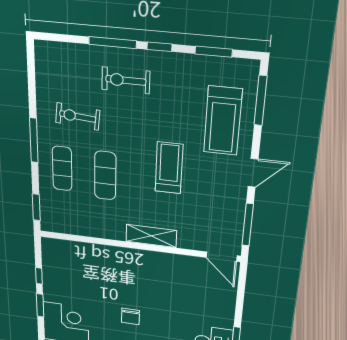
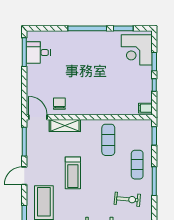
exercise mat: (105, 176) -> (108, 140), moved
shelving: (151, 236) -> (65, 126), moved
filing cabinet: (51, 247) -> (145, 108), added
chair: (131, 316) -> (59, 104), moved

